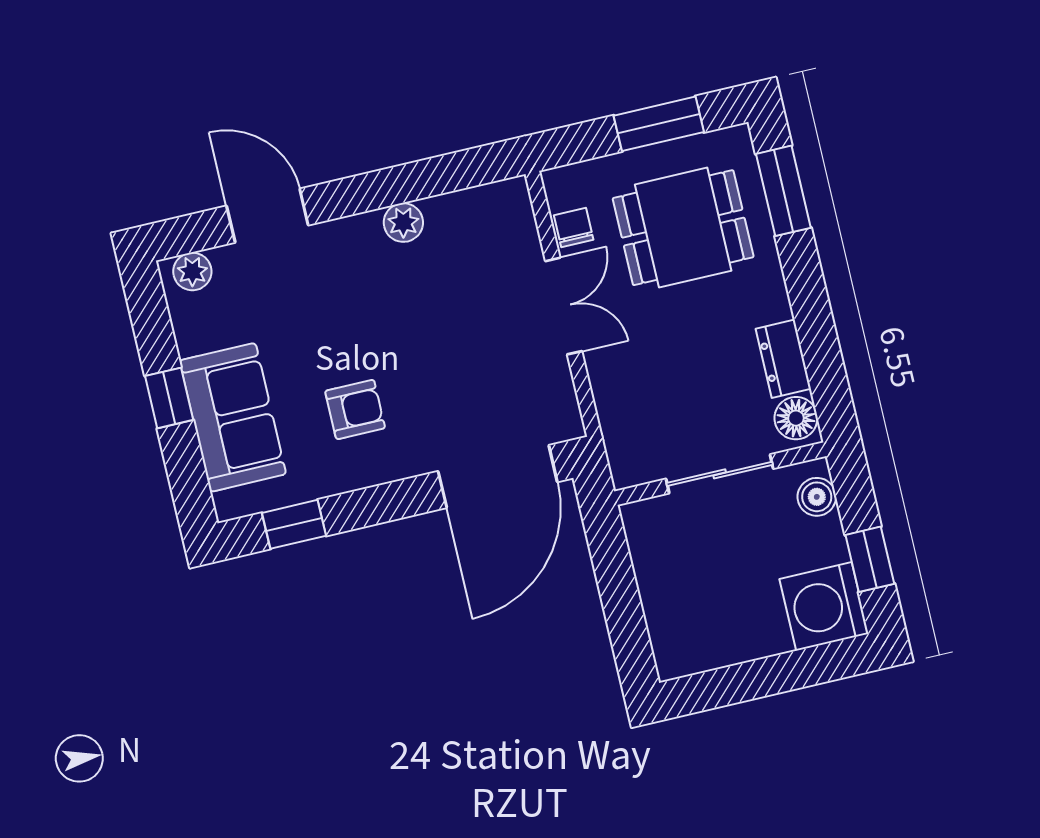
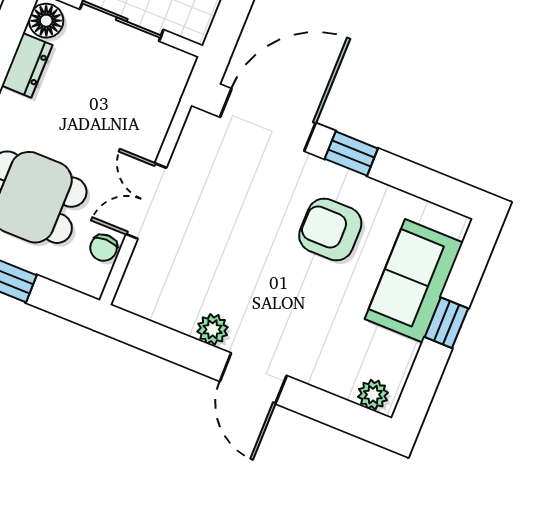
door: (267, 216) -> (253, 378), moved
armchair: (355, 409) -> (330, 229), width x1.38, depth x1.38
window: (294, 524) -> (351, 154), moved

